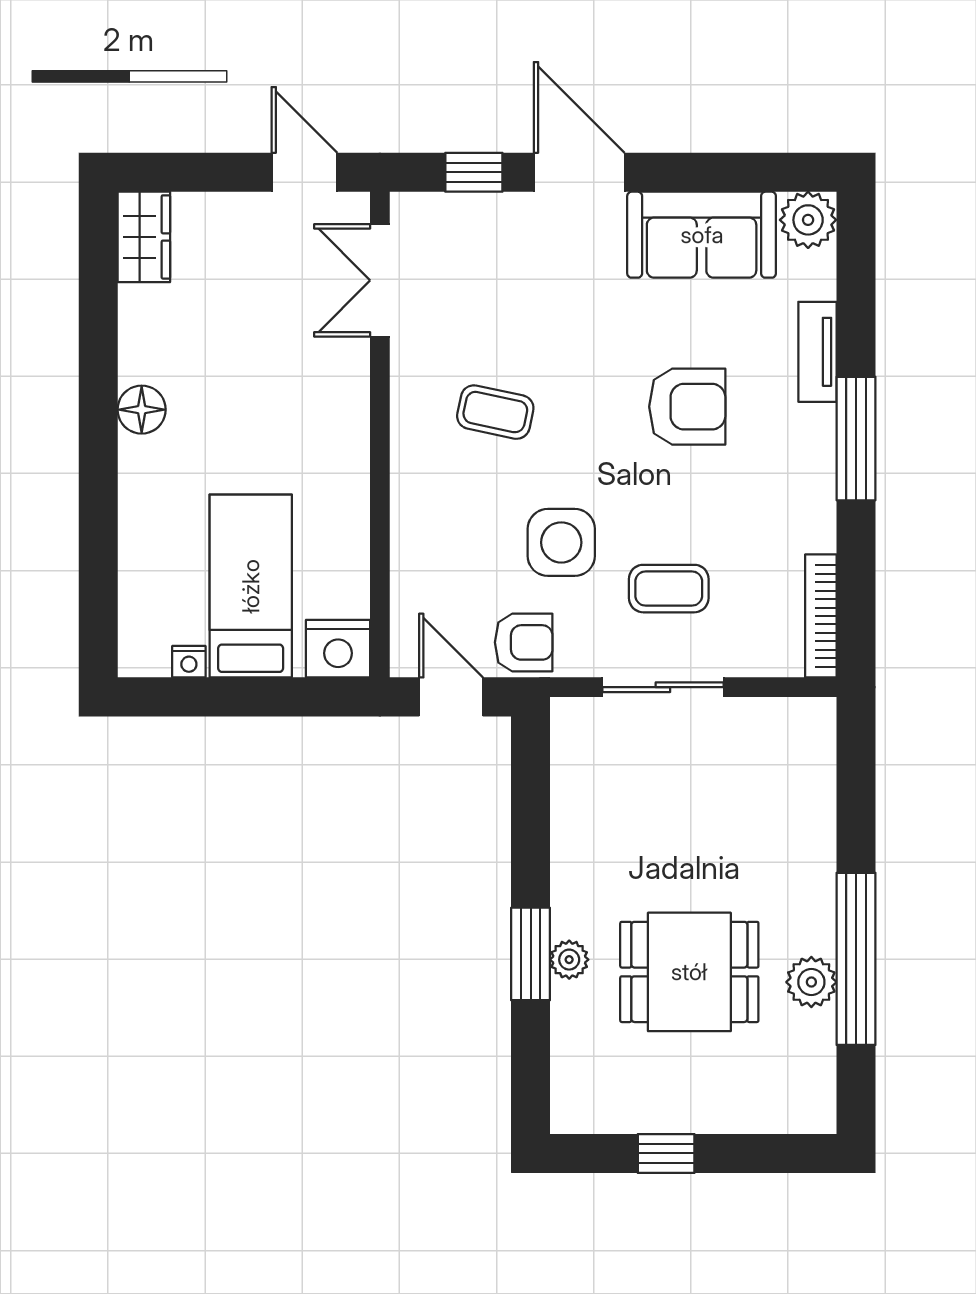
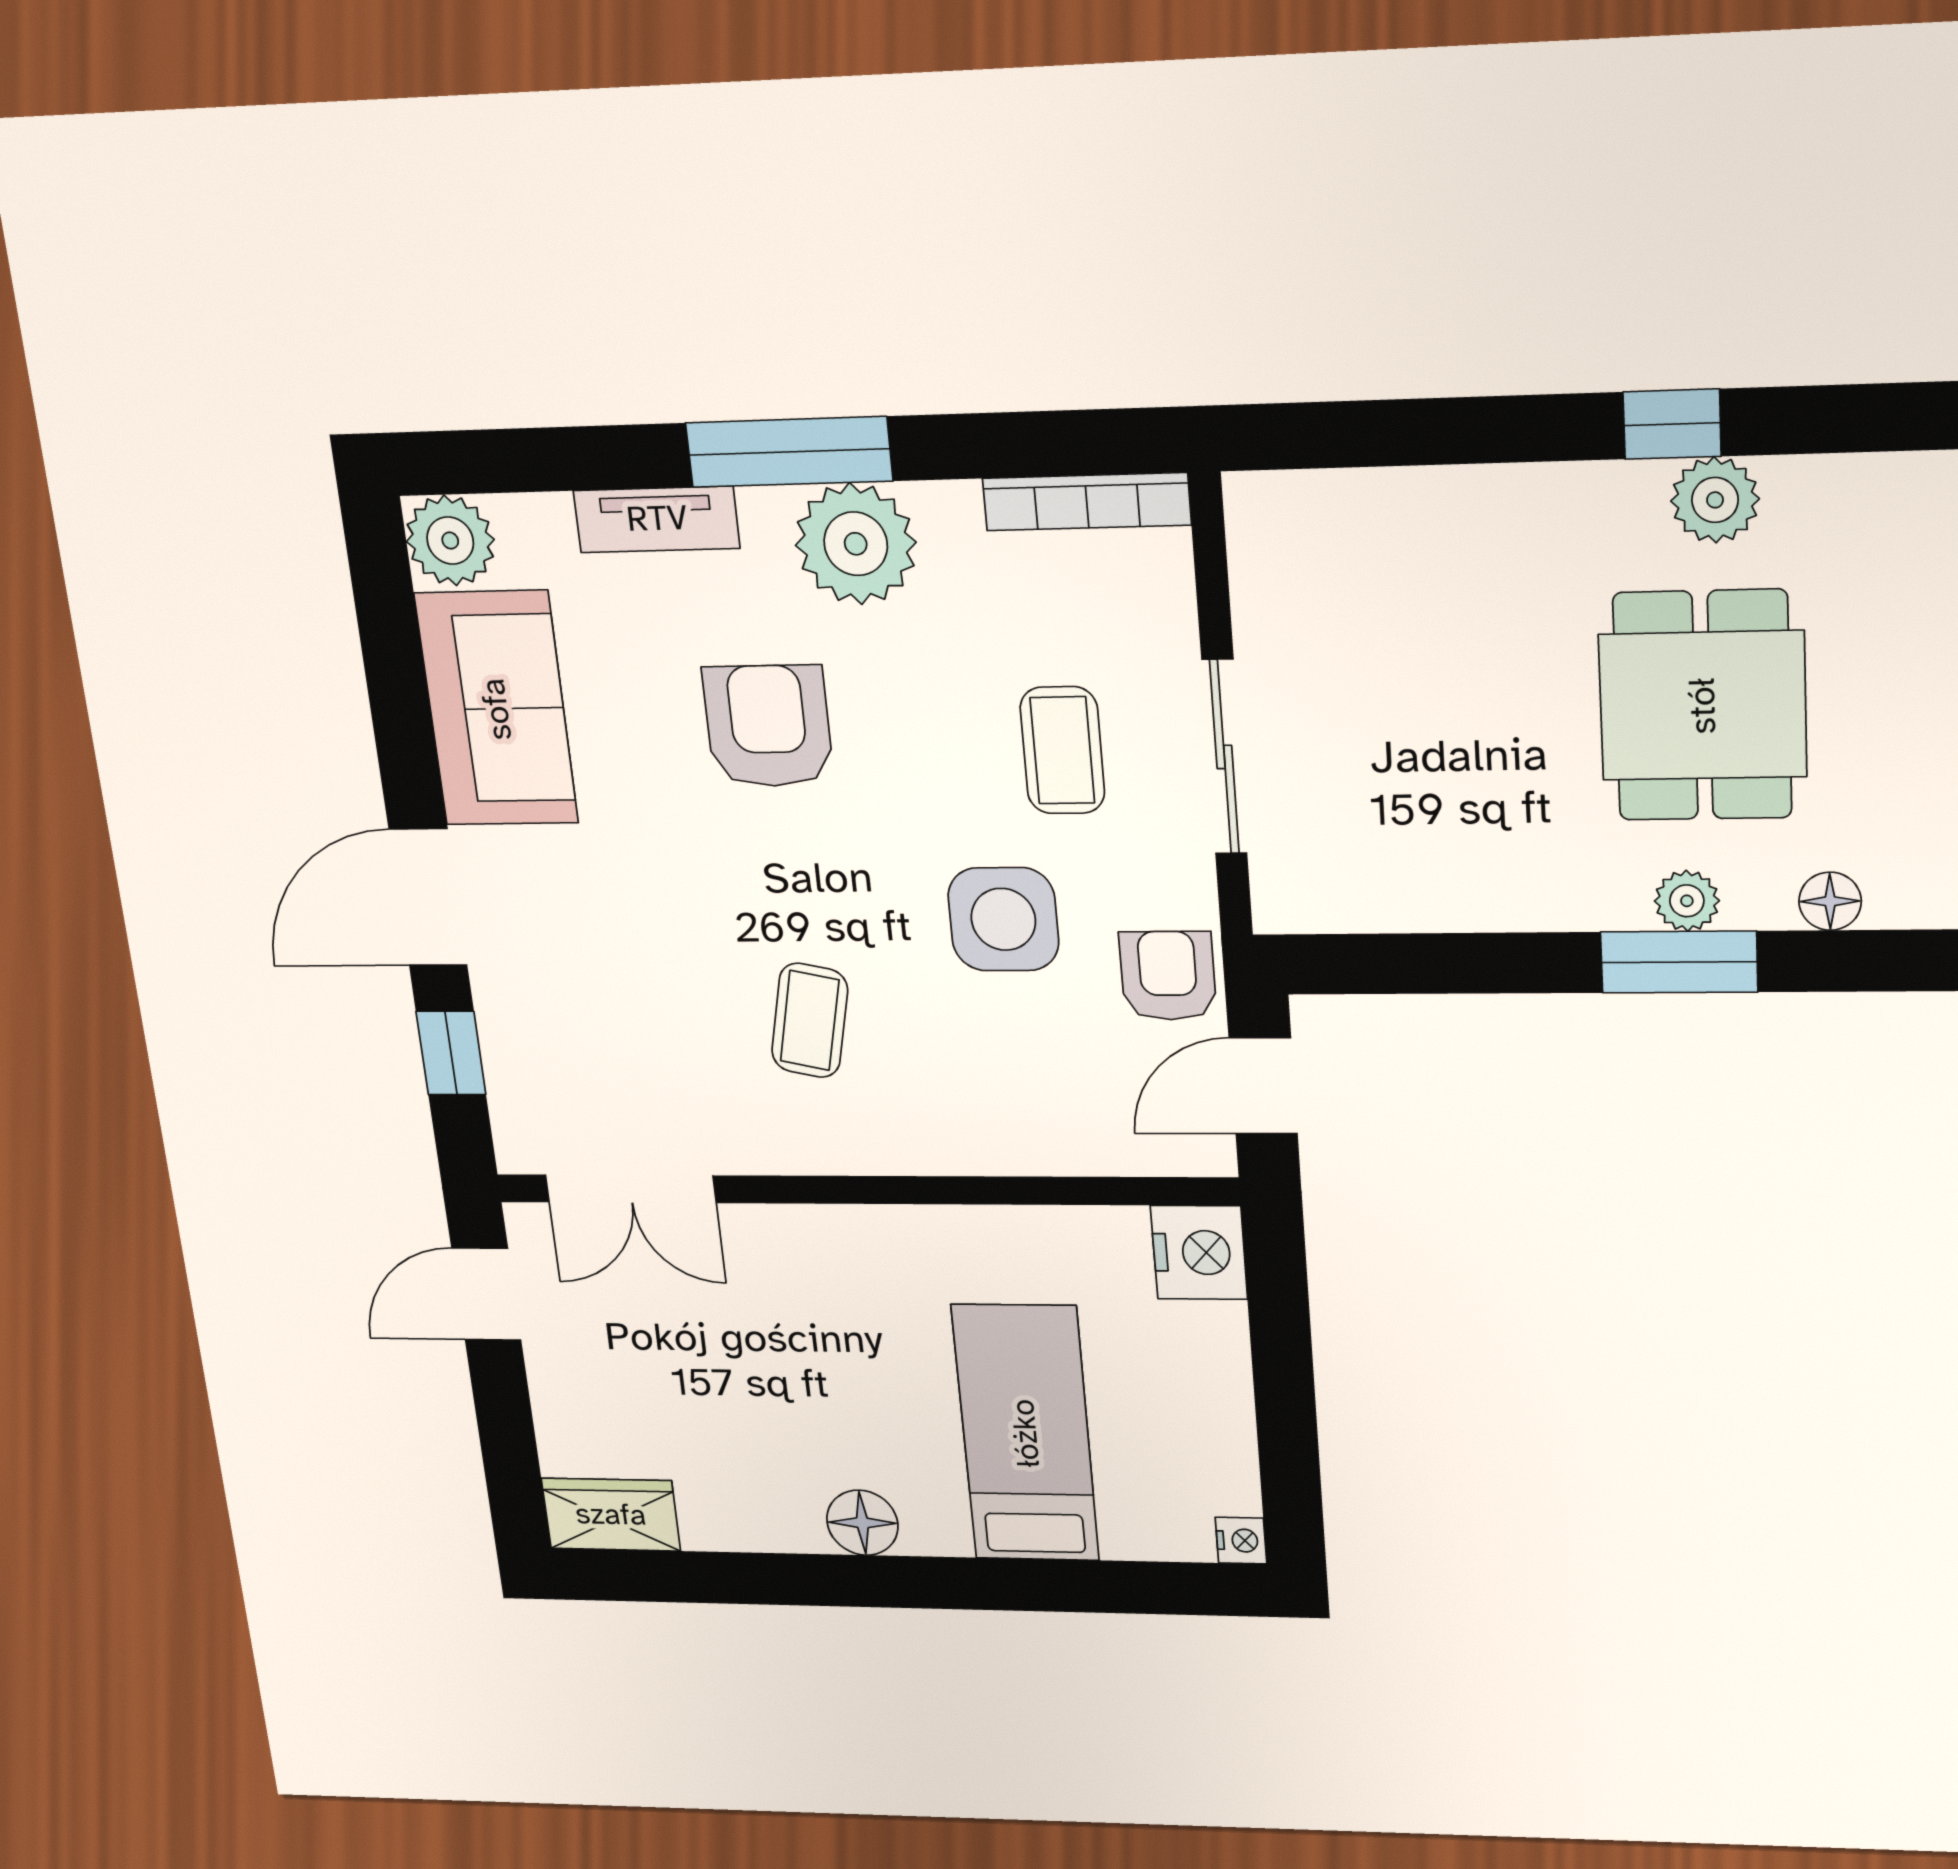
plant: (799, 473) -> (856, 544), added
bed: (251, 586) -> (1026, 1433), moved, turned 90
nightstand: (189, 662) -> (1241, 1541), moved
window: (856, 959) -> (1672, 424), width x0.32
floor lamp: (568, 1043) -> (1830, 901), added

